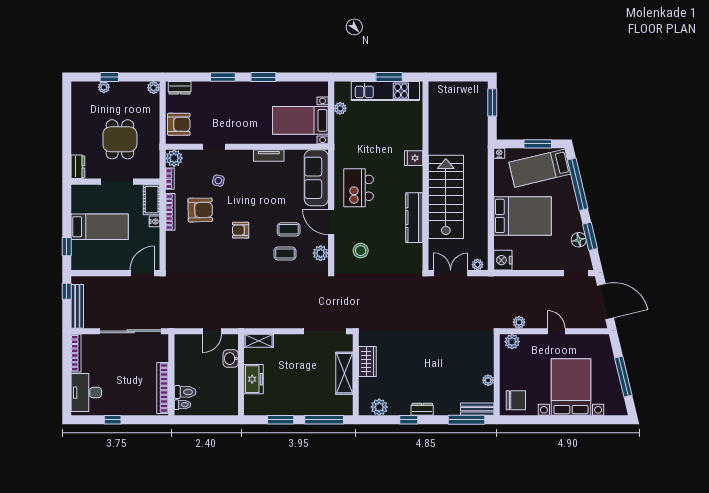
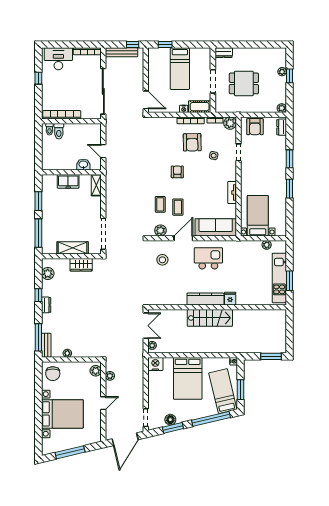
stairs: (446, 197) -> (210, 318), width x0.73, depth x0.66
kitchen counter: (414, 218) -> (205, 299), moved

